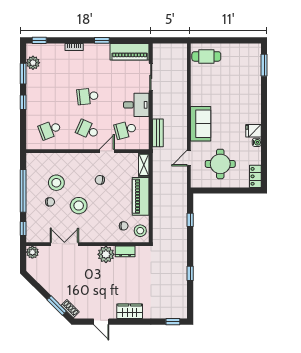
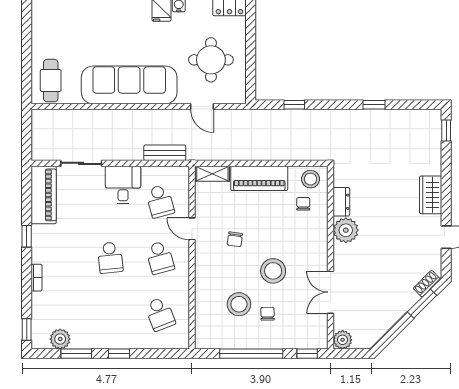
sofa: (201, 124) -> (129, 85), width x1.85, depth x1.27
school desk: (88, 130) -> (160, 258), turned -39

